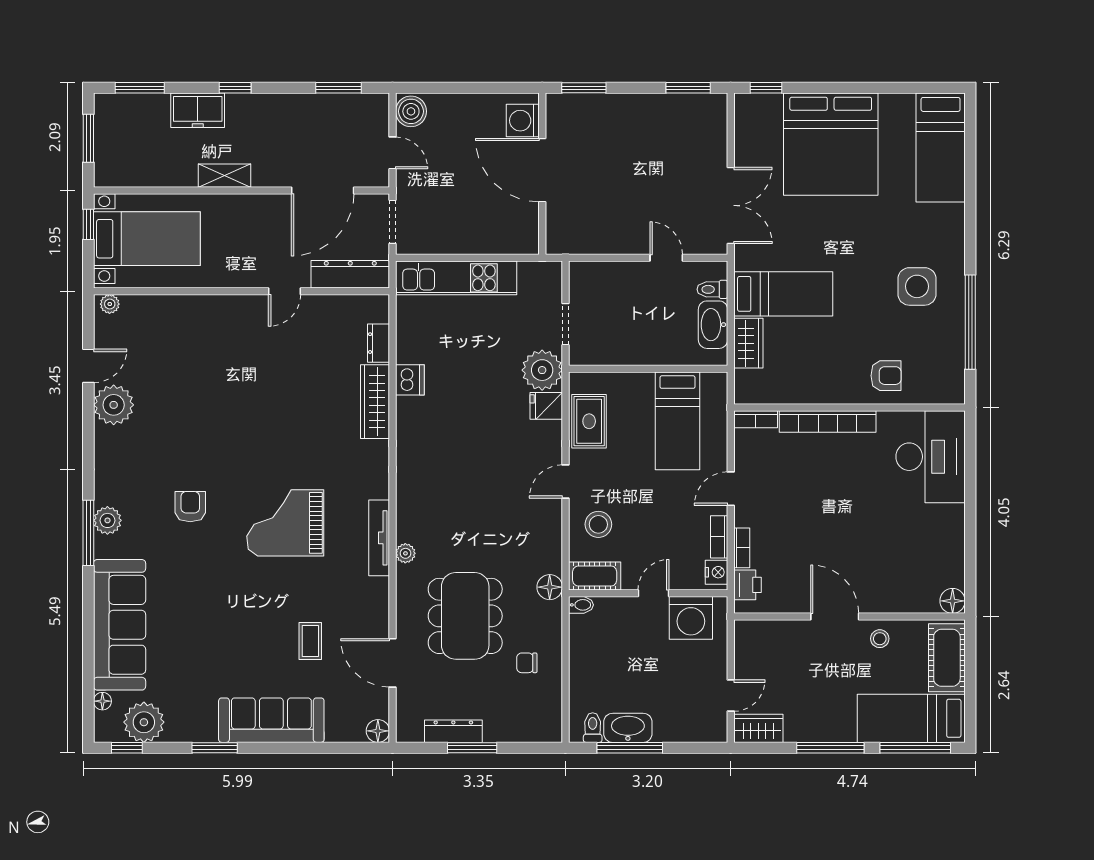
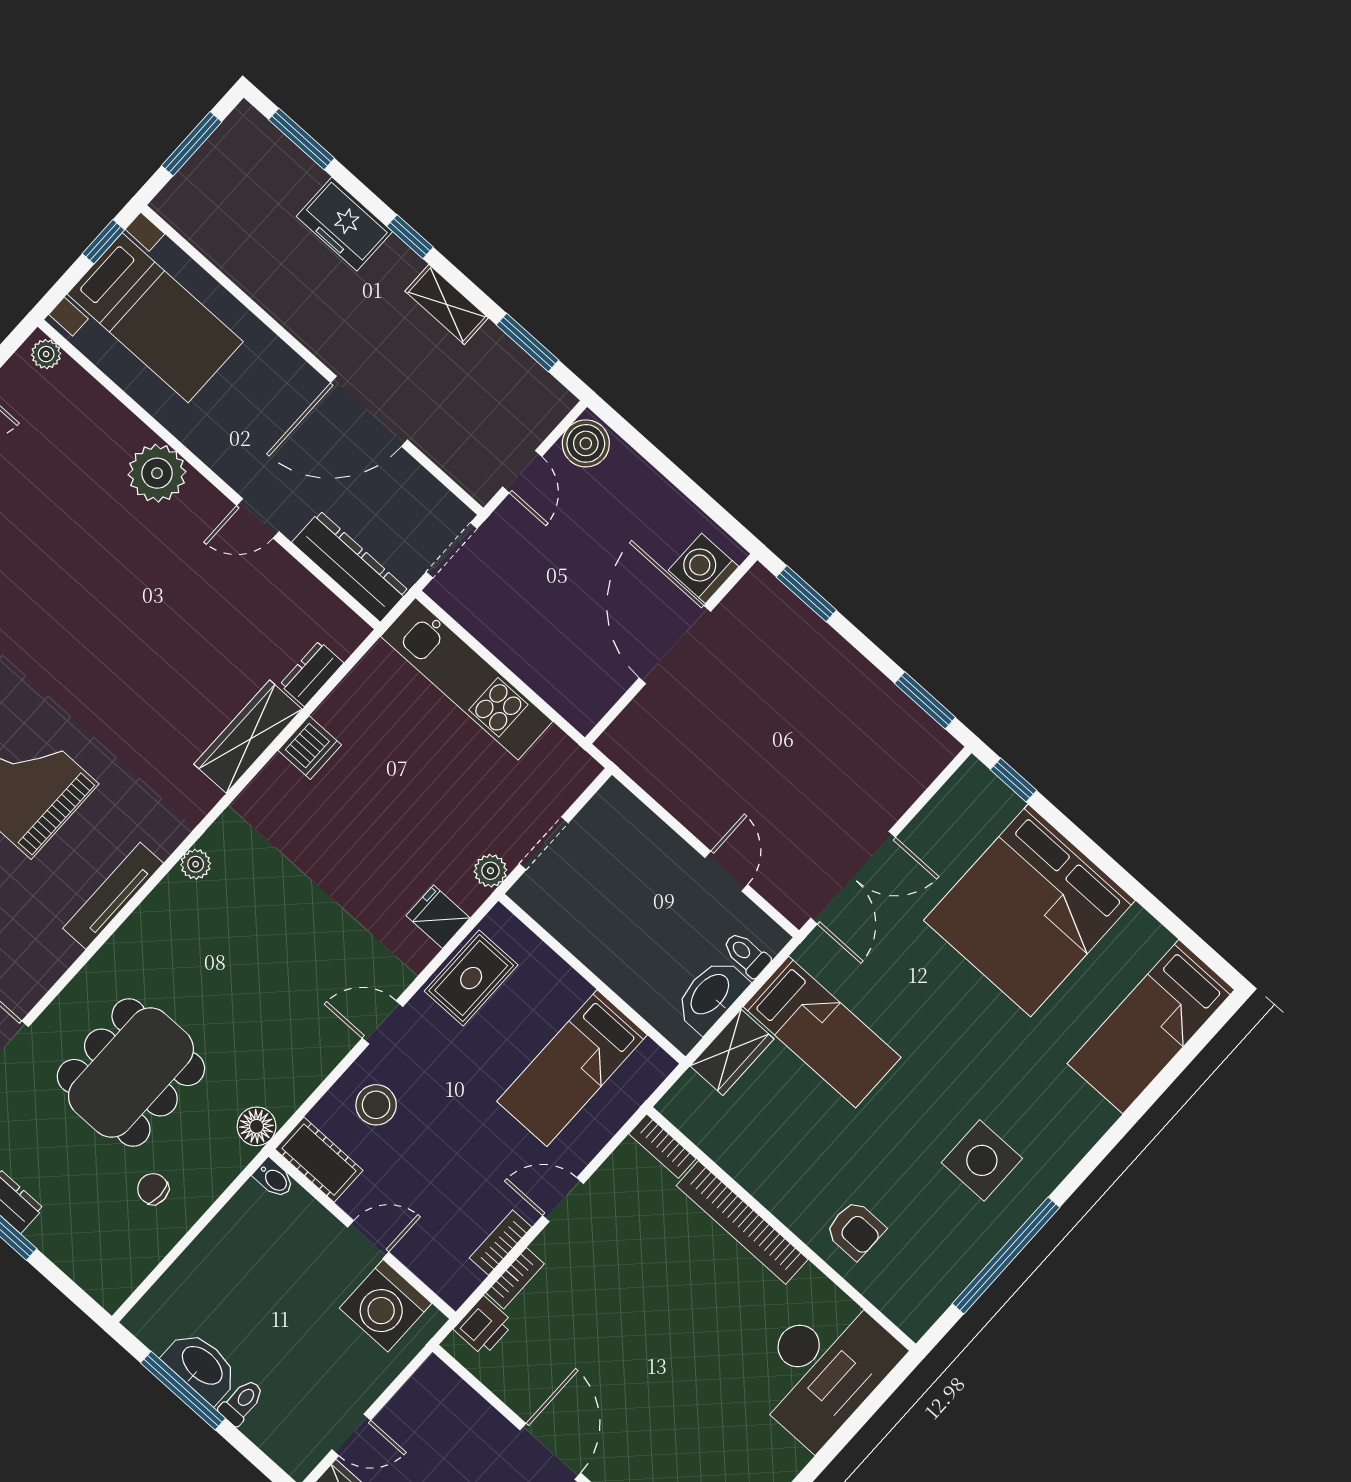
shelving: (224, 176) -> (447, 305), moved
door: (323, 191) -> (369, 411), moved
plant: (216, 313) -> (157, 473), added
plant: (542, 370) -> (490, 871), width x0.53, depth x0.53
plant: (405, 553) -> (196, 864), moved
nightstand: (716, 572) -> (461, 1280), removed
toilet: (593, 728) -> (242, 1402), moved

